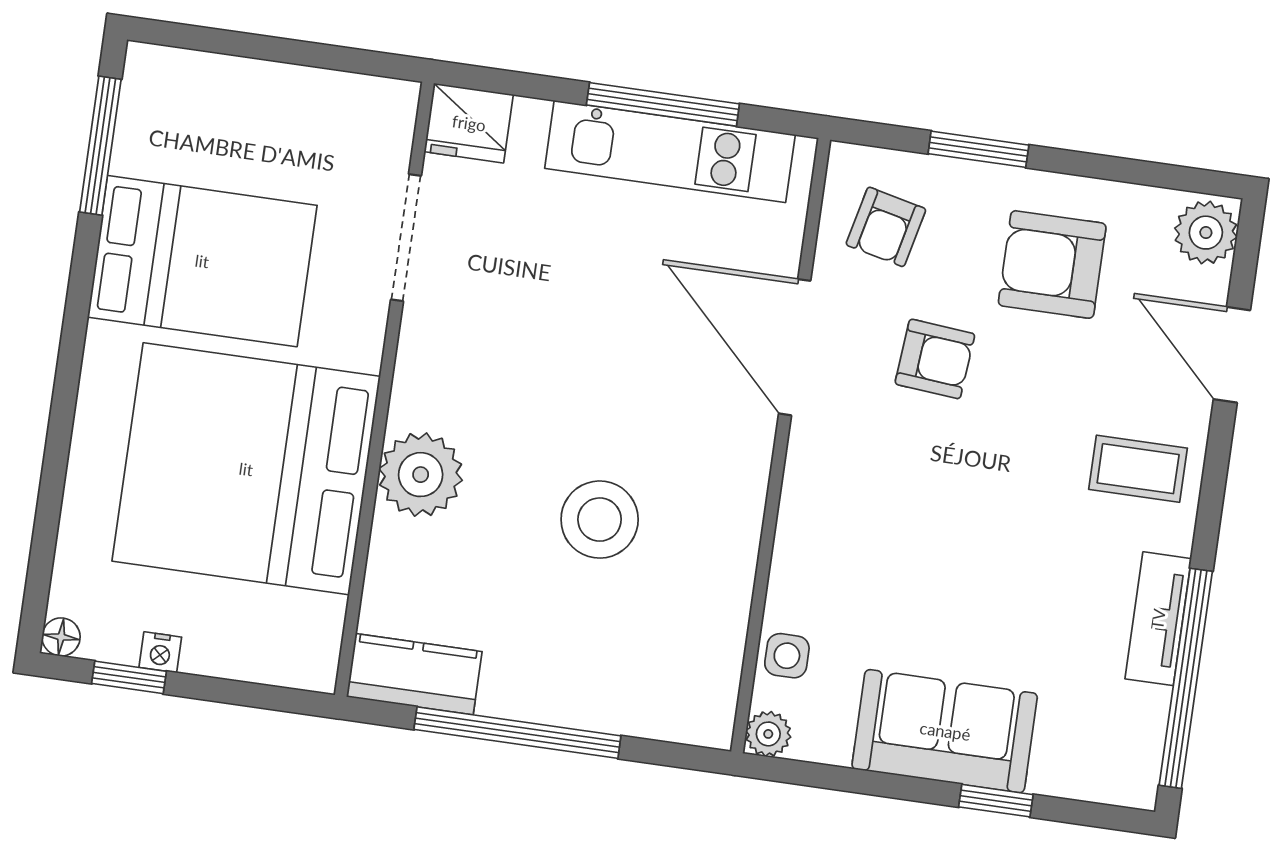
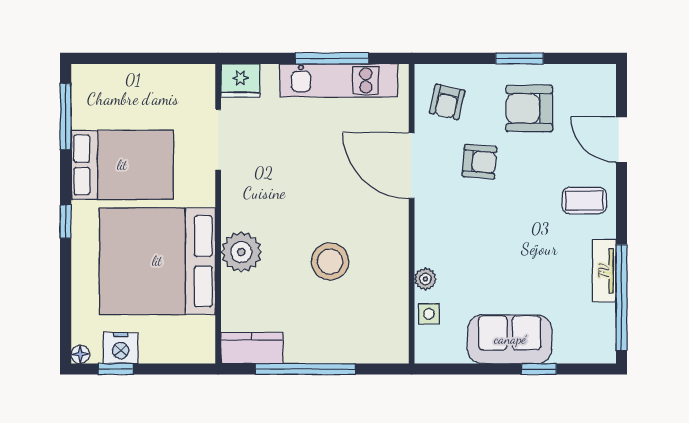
window: (978, 149) -> (520, 58), moved
plant: (1206, 233) -> (601, 83), removed
window: (70, 361) -> (66, 222), added
nightstand: (160, 652) -> (121, 348), width x1.89, depth x1.79
plant: (768, 734) -> (425, 279), moved

